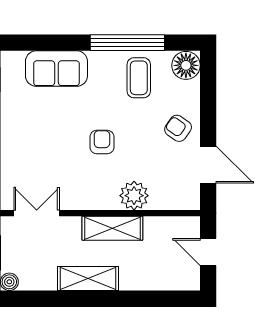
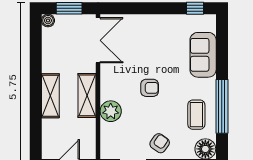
coffee table: (139, 78) -> (196, 115), turned 90
double door: (37, 213) -> (98, 40), width x1.37
shelving: (88, 279) -> (50, 96), moved

